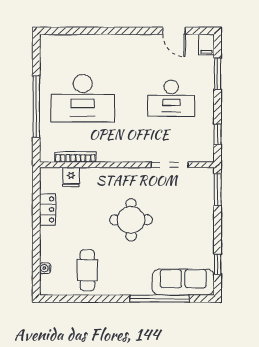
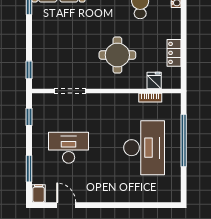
desk: (83, 98) -> (144, 148), turned 90
bookcase: (75, 157) -> (150, 98), width x0.64
window: (218, 189) -> (29, 70), width x0.67
round table: (131, 220) -> (117, 55), moved

